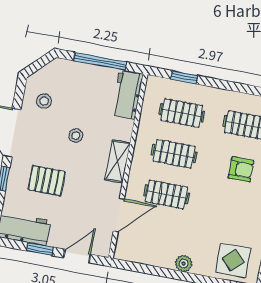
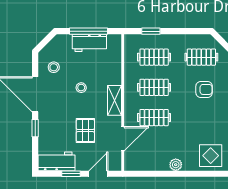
workbench: (127, 94) -> (89, 43), moved, turned -90
pallet: (47, 181) -> (85, 131), moved, turned 90

